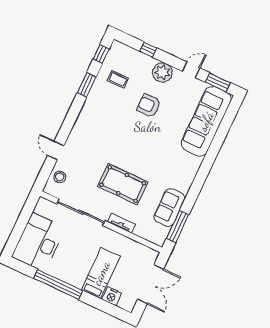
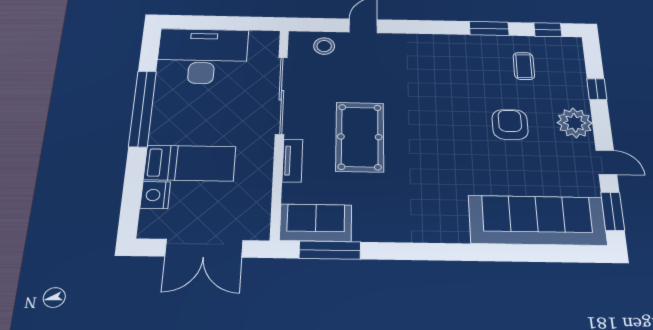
sofa: (169, 208) -> (316, 223), moved

